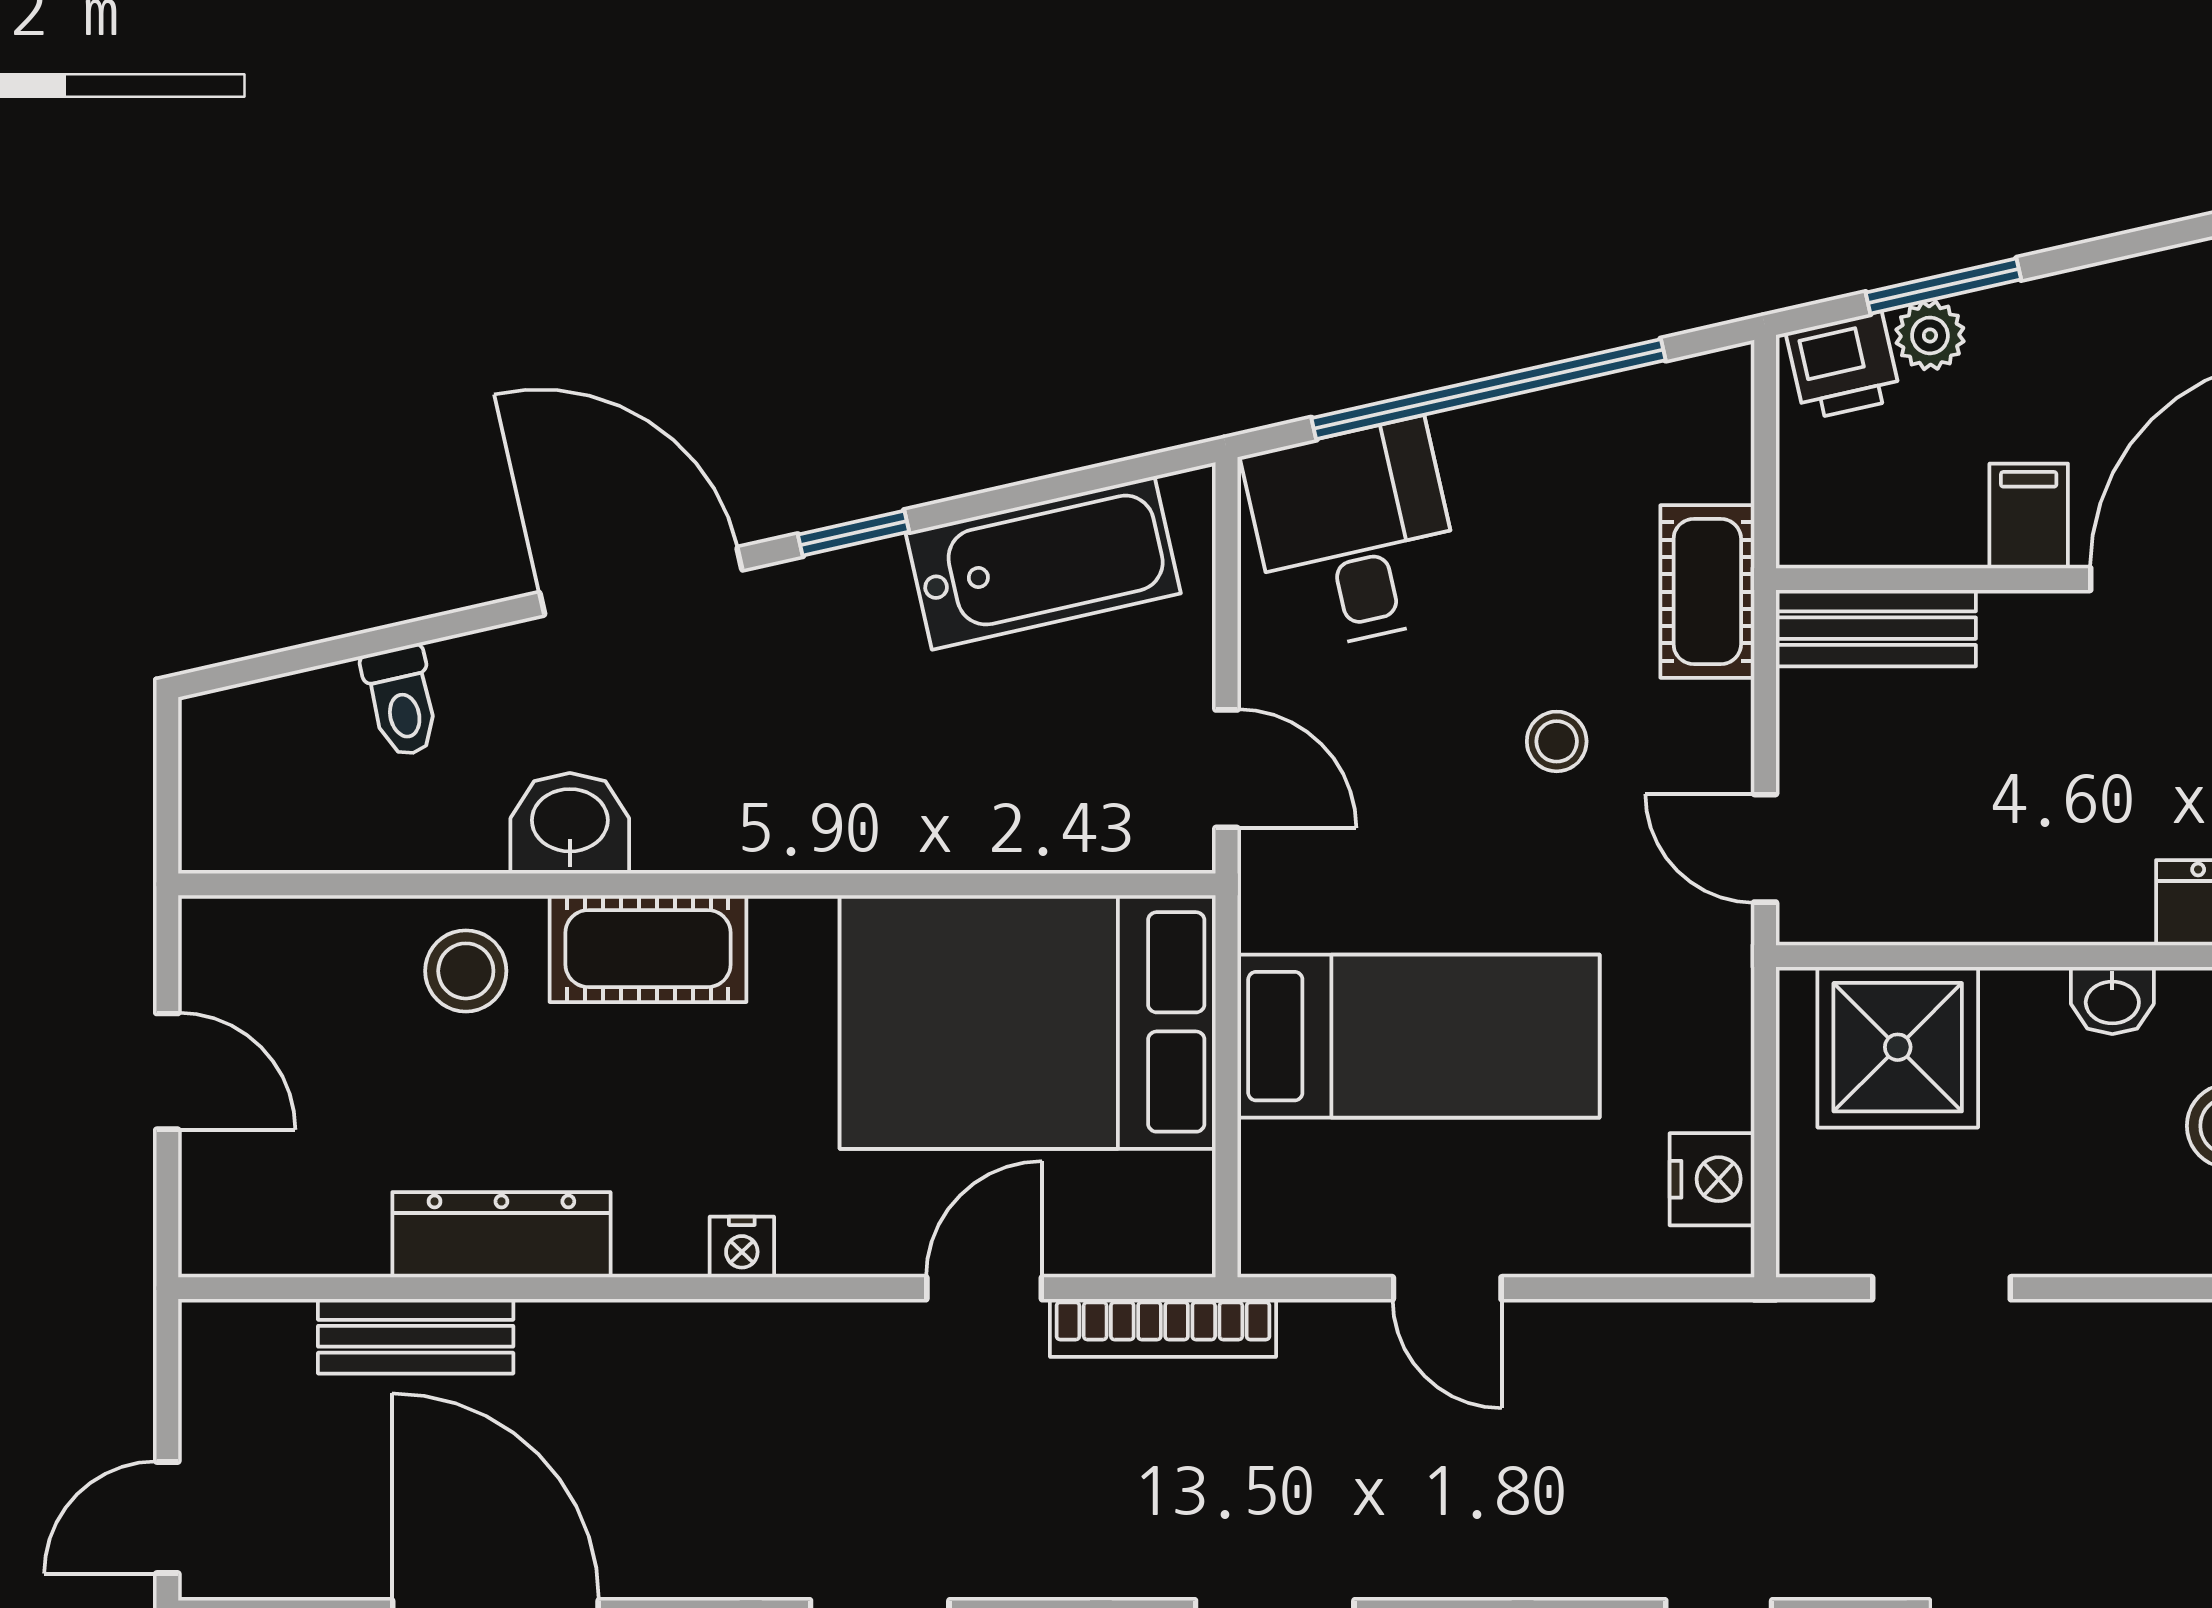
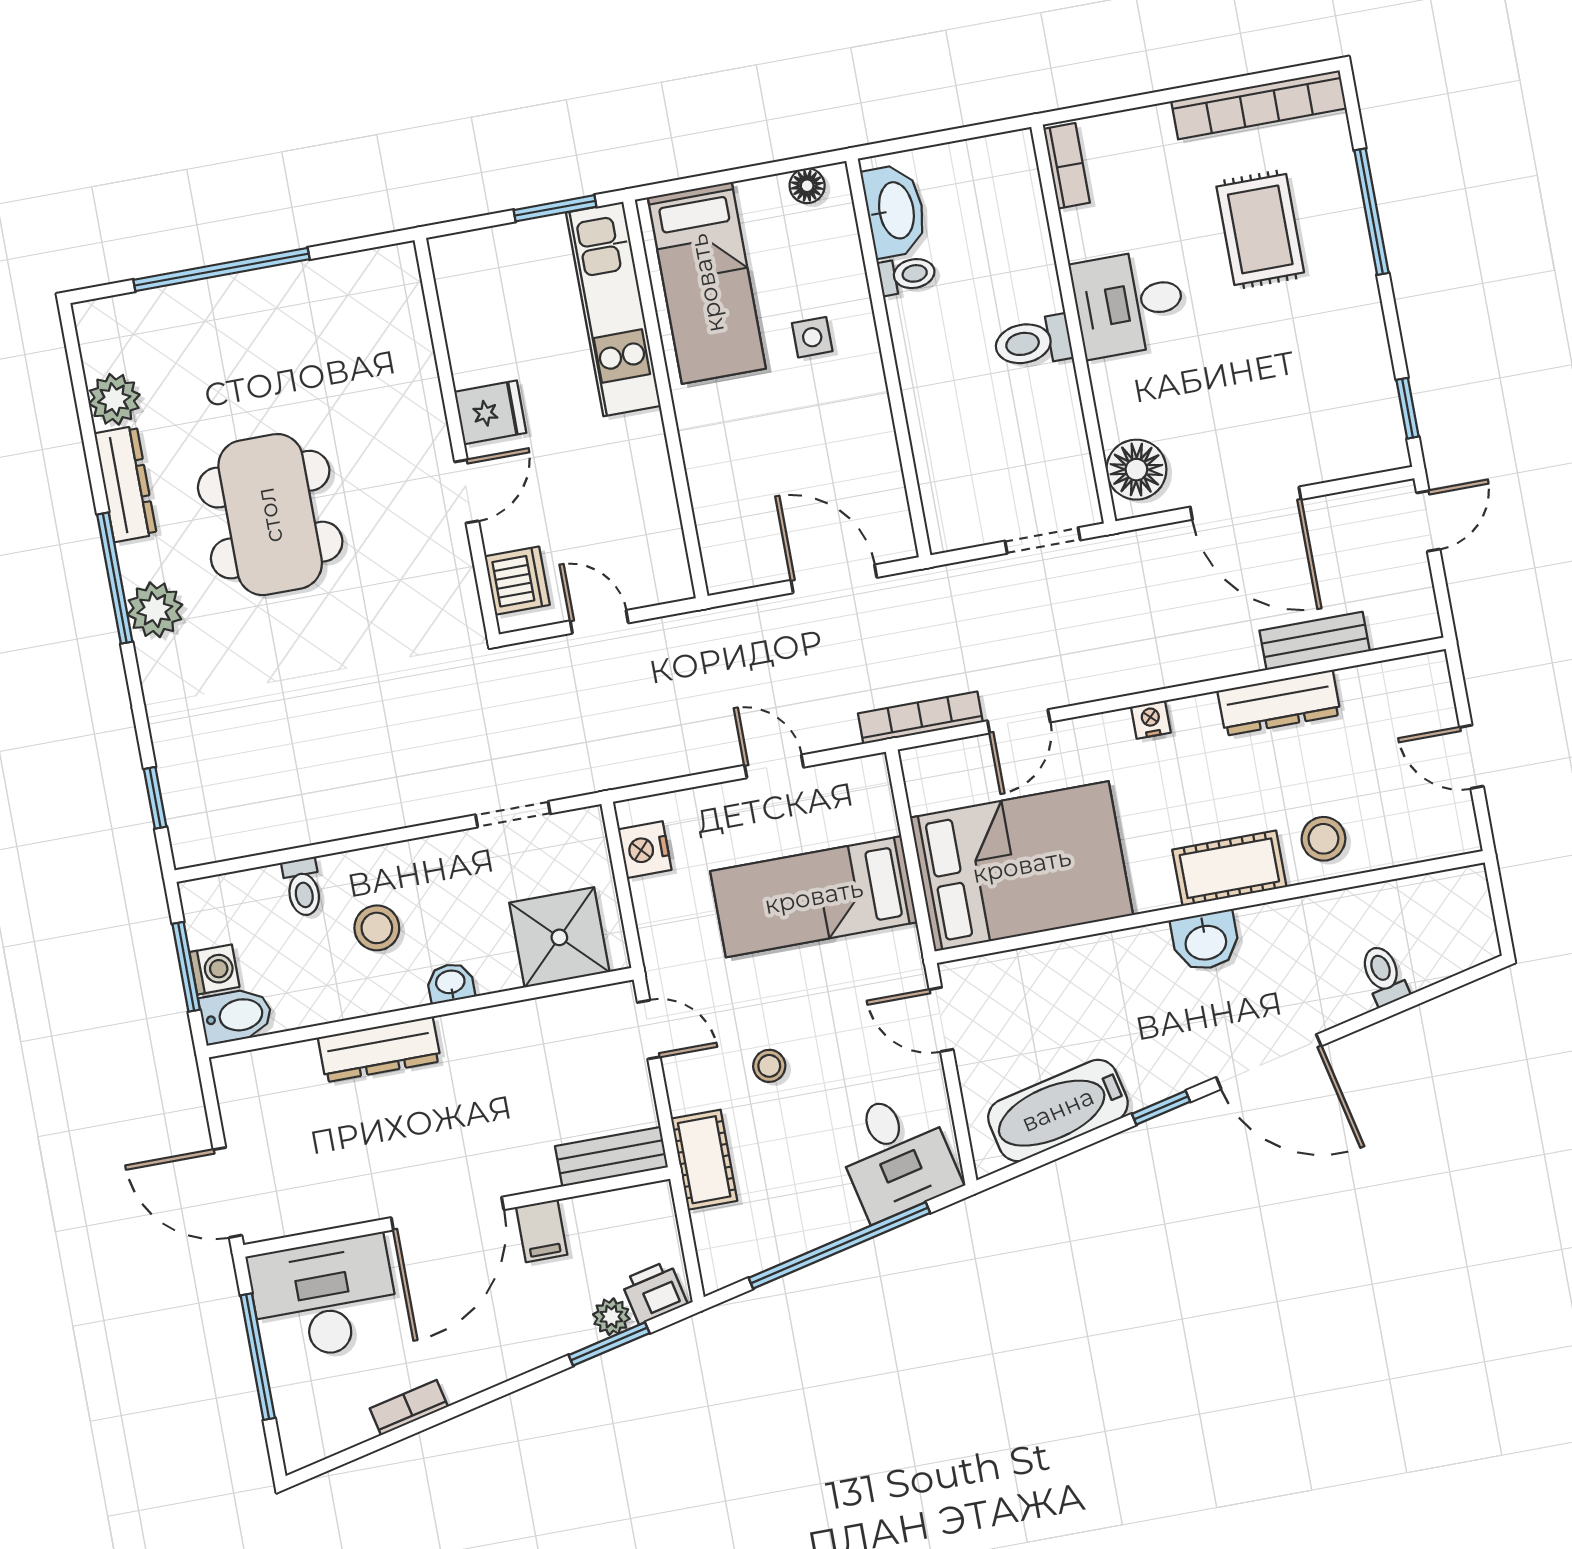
washbasin: (570, 823) -> (1206, 941), moved

